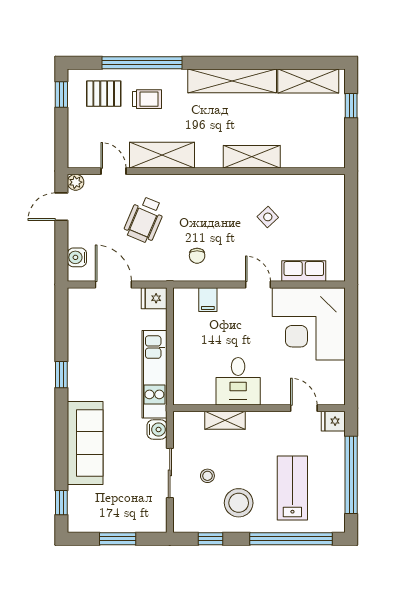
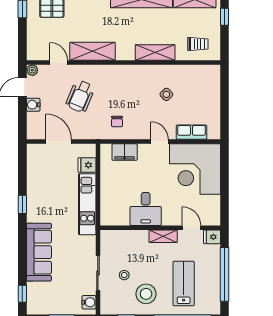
trolley: (147, 99) -> (198, 44), moved
water cooler: (77, 257) -> (33, 105), moved
fridge: (154, 298) -> (87, 165), moved
filing cabinet: (208, 300) -> (125, 152), width x2.00
shelving: (225, 420) -> (163, 236), moved
water cooler: (157, 430) -> (89, 302), moved

